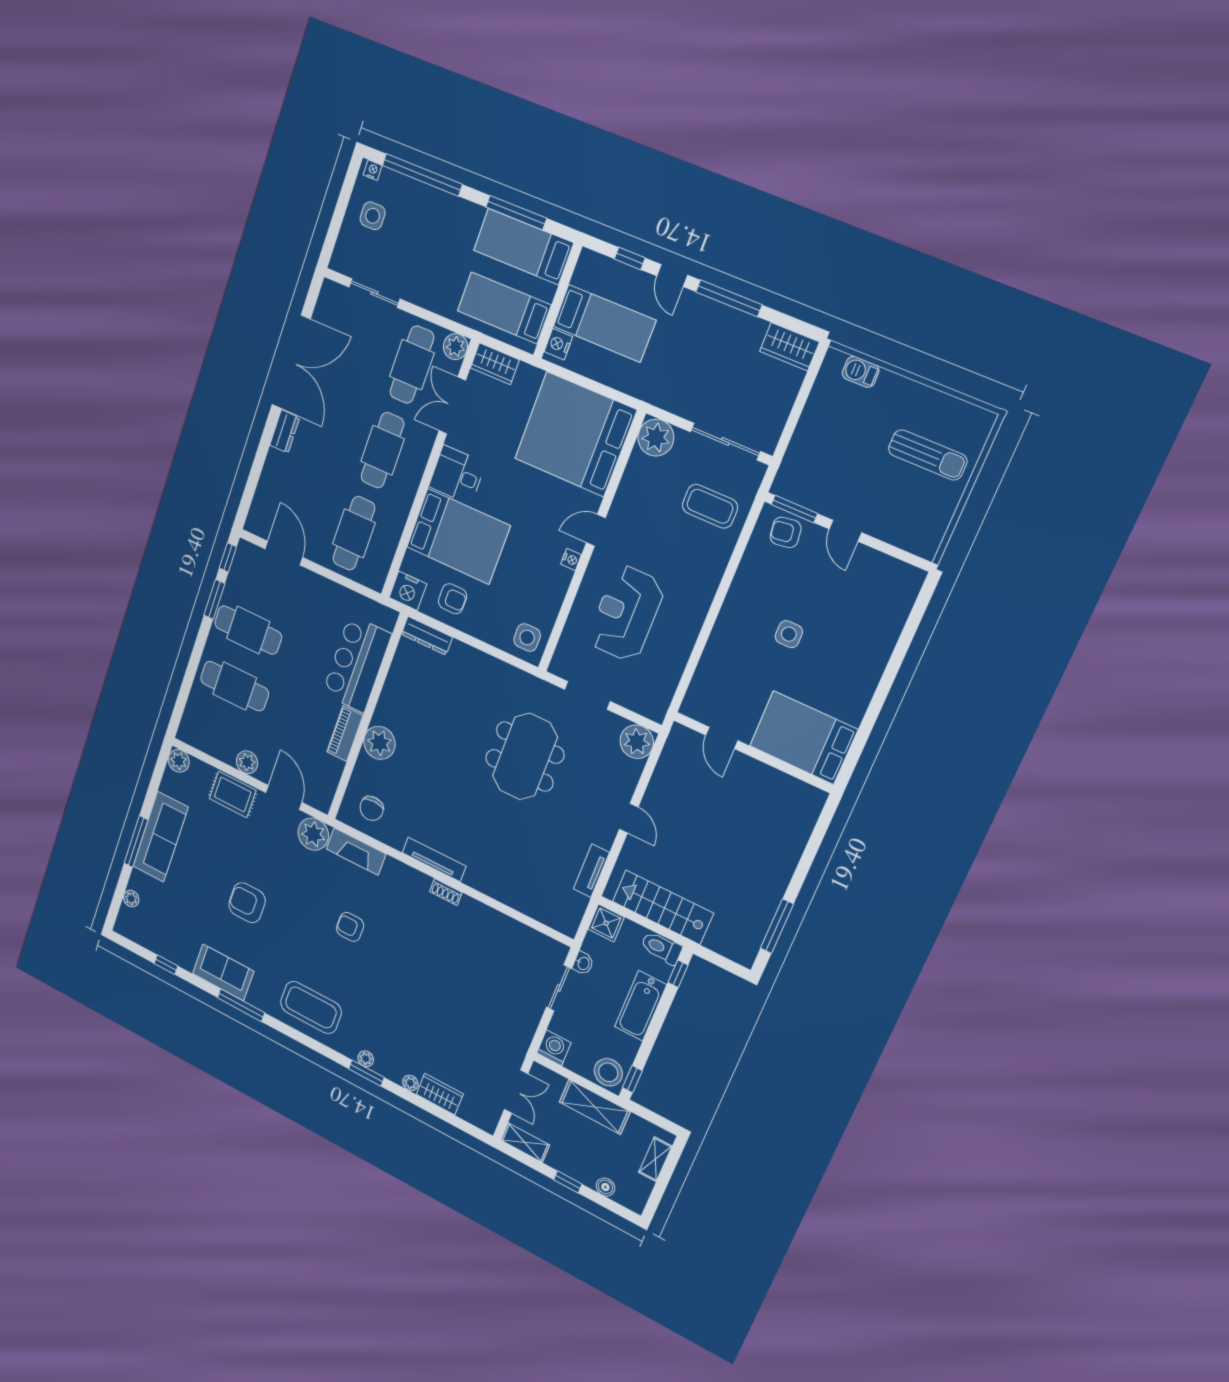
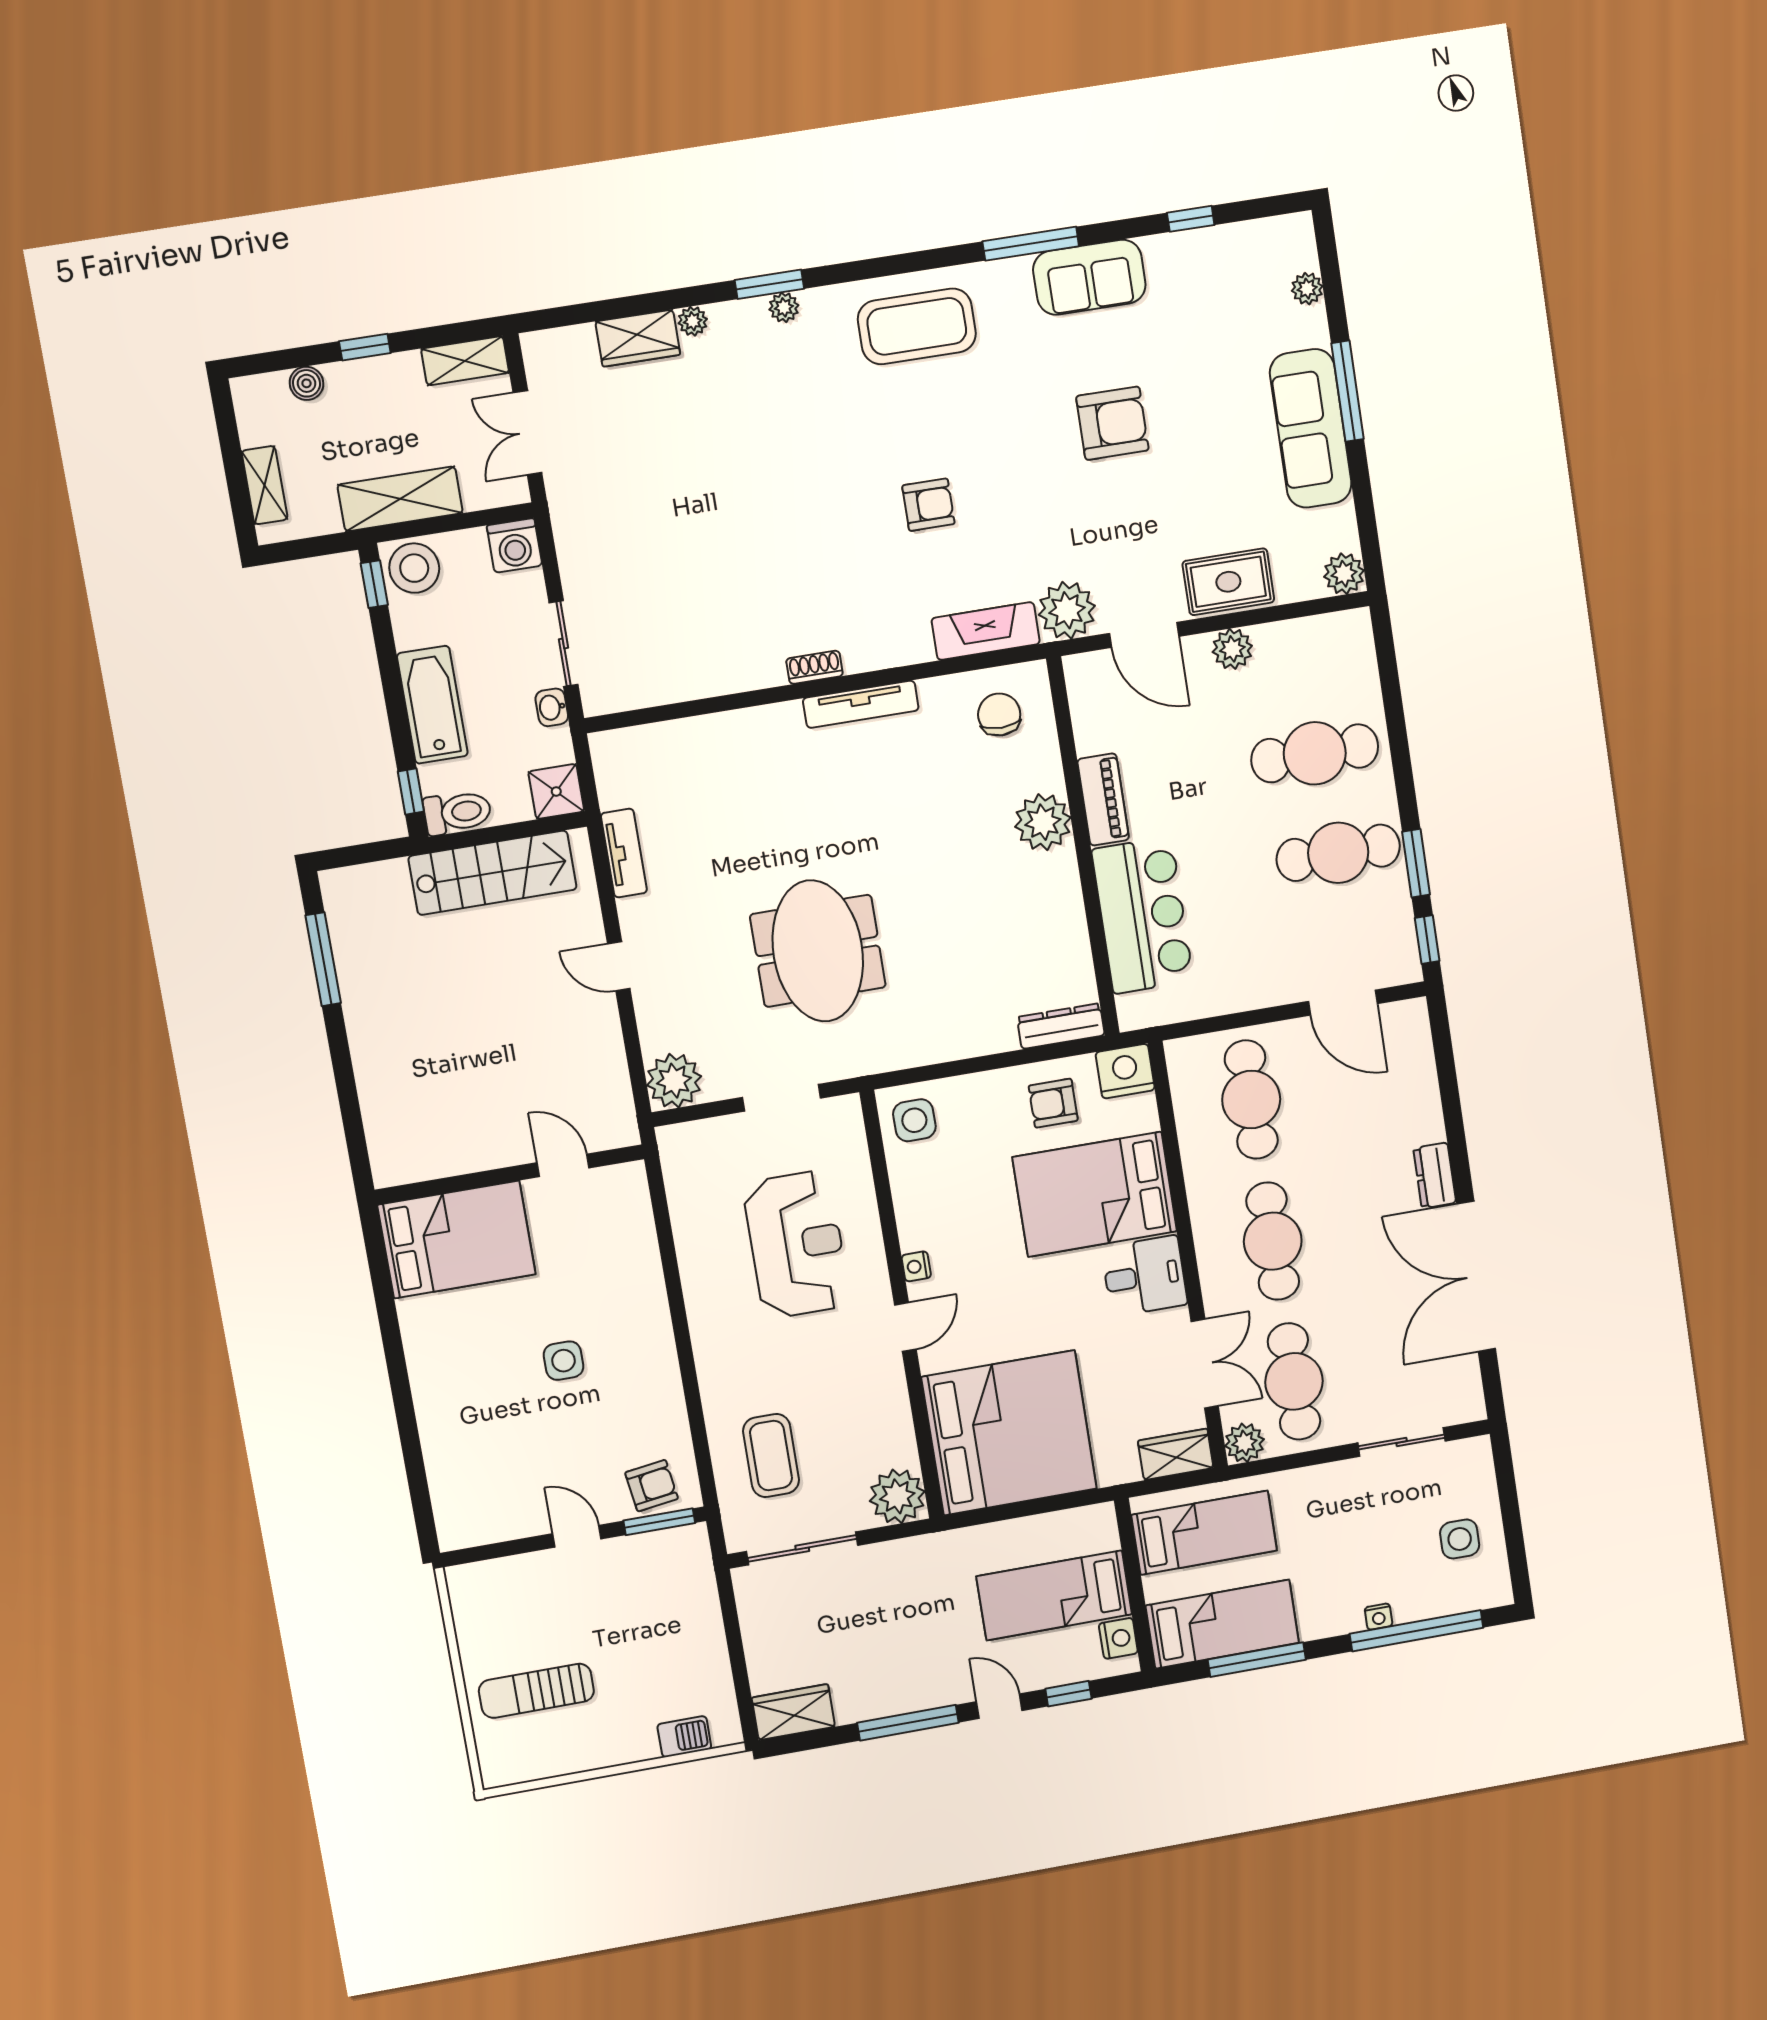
nightstand: (373, 170) -> (1379, 1617), moved
nightstand: (558, 344) -> (1118, 1638), moved
coffee table: (710, 506) -> (771, 1456), turned 90

